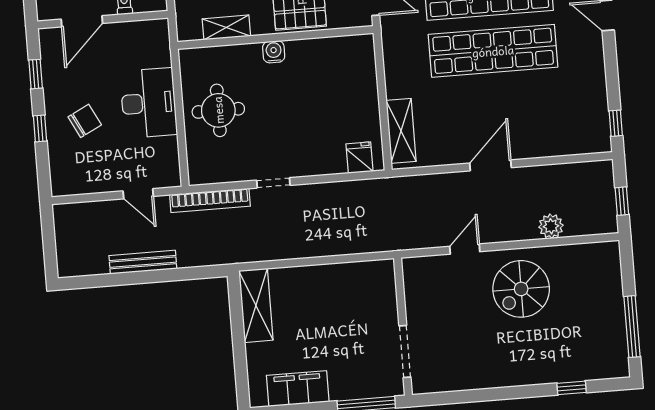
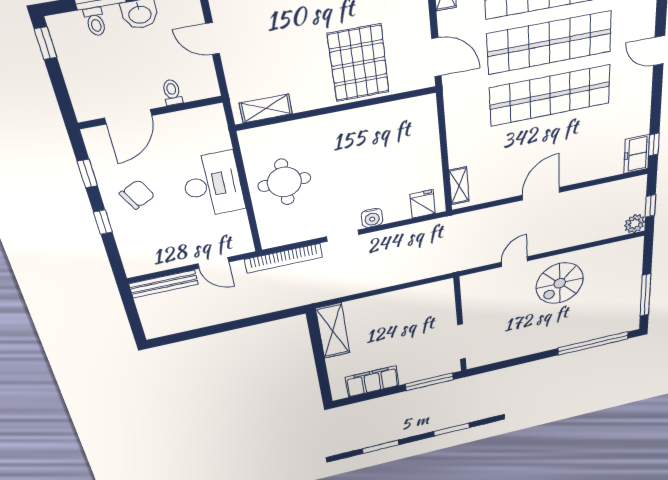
shelving: (226, 27) -> (266, 108), moved
water cooler: (274, 52) -> (372, 218), moved, turned 180
chair: (85, 121) -> (137, 195), moved
shelving: (401, 131) -> (459, 186), width x0.67, depth x0.75
freezer: (597, 132) -> (637, 154), added
plant: (551, 226) -> (635, 224), moved
bench: (143, 262) -> (164, 284), moved
window: (572, 388) -> (593, 343), width x3.17

